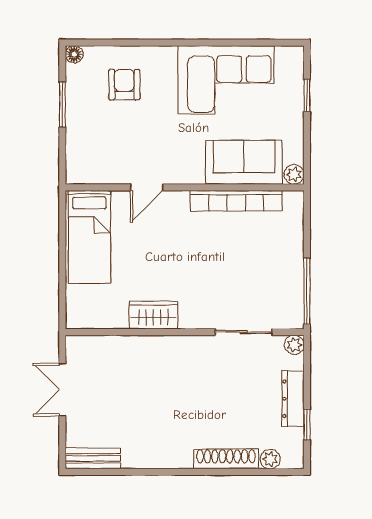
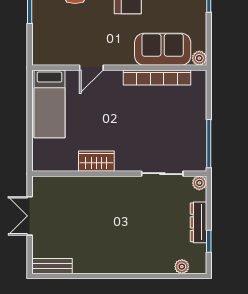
shoe rack: (226, 459) -> (149, 266), removed

